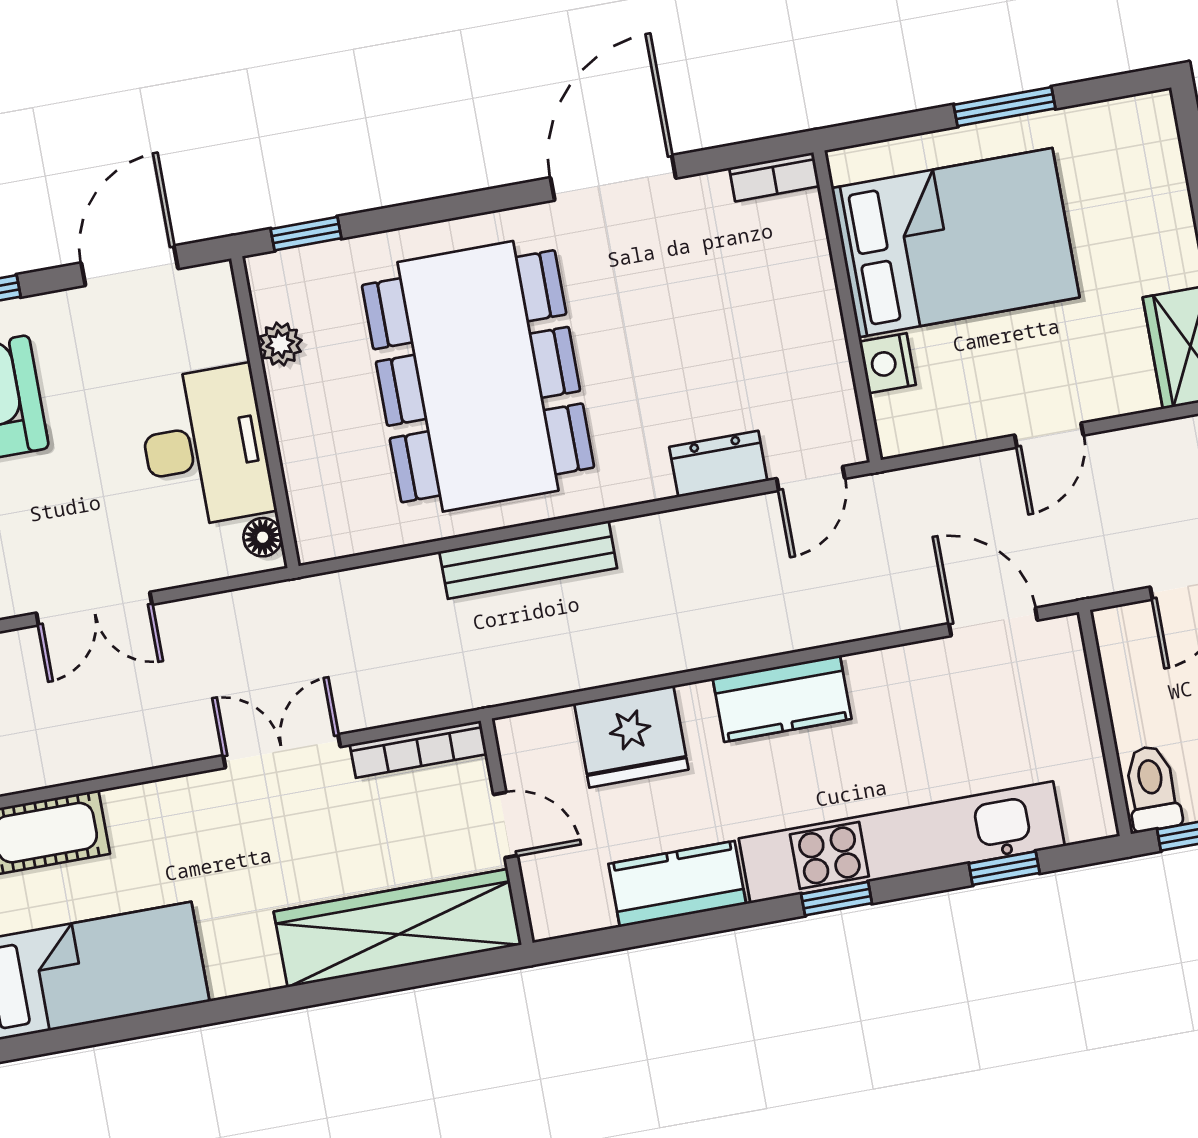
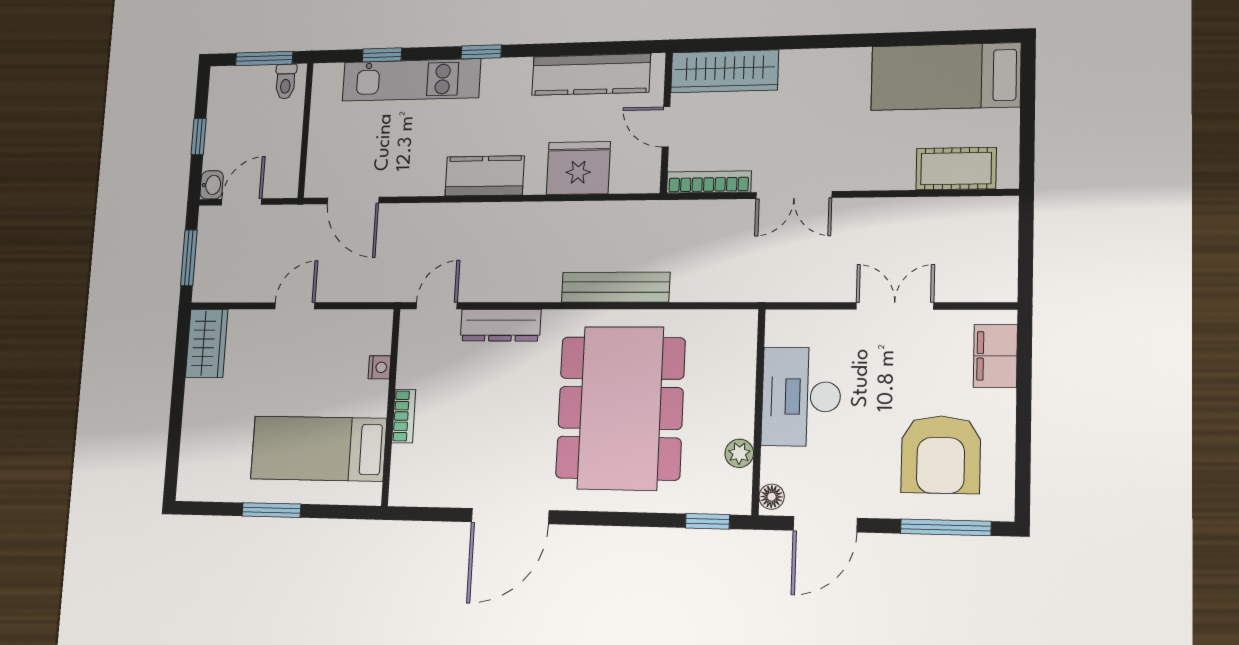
bookcase: (774, 177) -> (404, 416), moved, turned 90
bed: (955, 243) -> (318, 449), width x0.67
nightstand: (887, 363) -> (380, 367), width x0.72, depth x0.74
dresser: (718, 464) -> (501, 325), width x1.44
floor lamp: (263, 537) -> (772, 497), moved
toilet: (1152, 788) -> (286, 81), width x0.73, depth x0.72
kitchen unit: (902, 842) -> (411, 80), width x0.73
kitchen counter: (677, 884) -> (591, 74), width x1.50
wardrobe: (398, 928) -> (724, 71), width x0.71, depth x0.85

